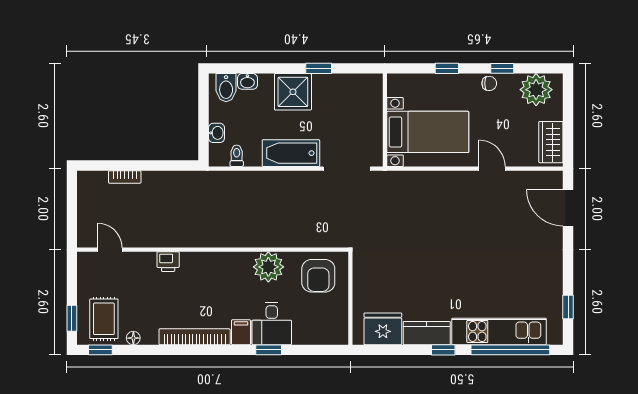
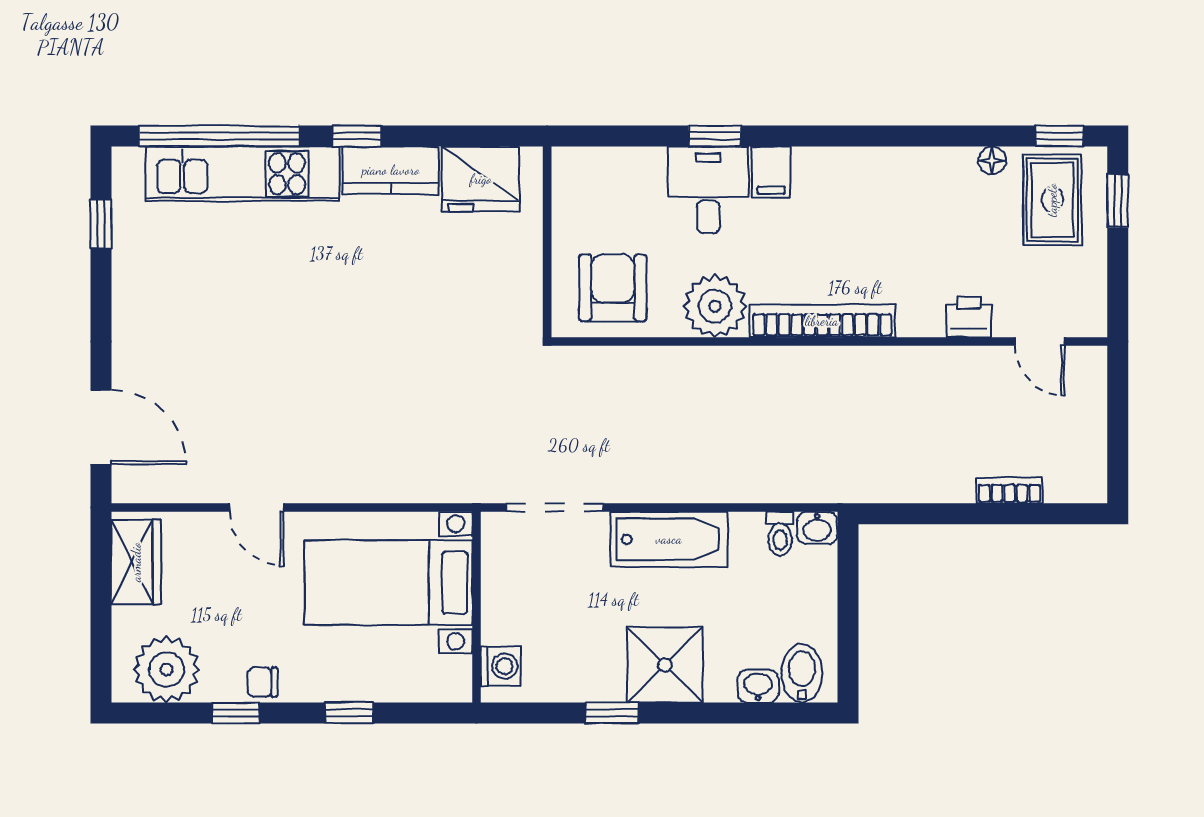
washing machine: (373, 91) -> (501, 666), added
washbasin: (217, 133) -> (817, 528), moved, turned -90
printer: (168, 262) -> (969, 317), moved
bookcase: (195, 337) -> (822, 321), moved, turned 180

